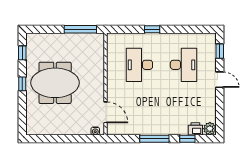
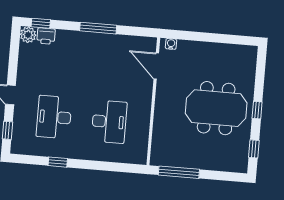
window: (152, 29) -> (58, 162), moved
window: (187, 139) -> (41, 23), moved

